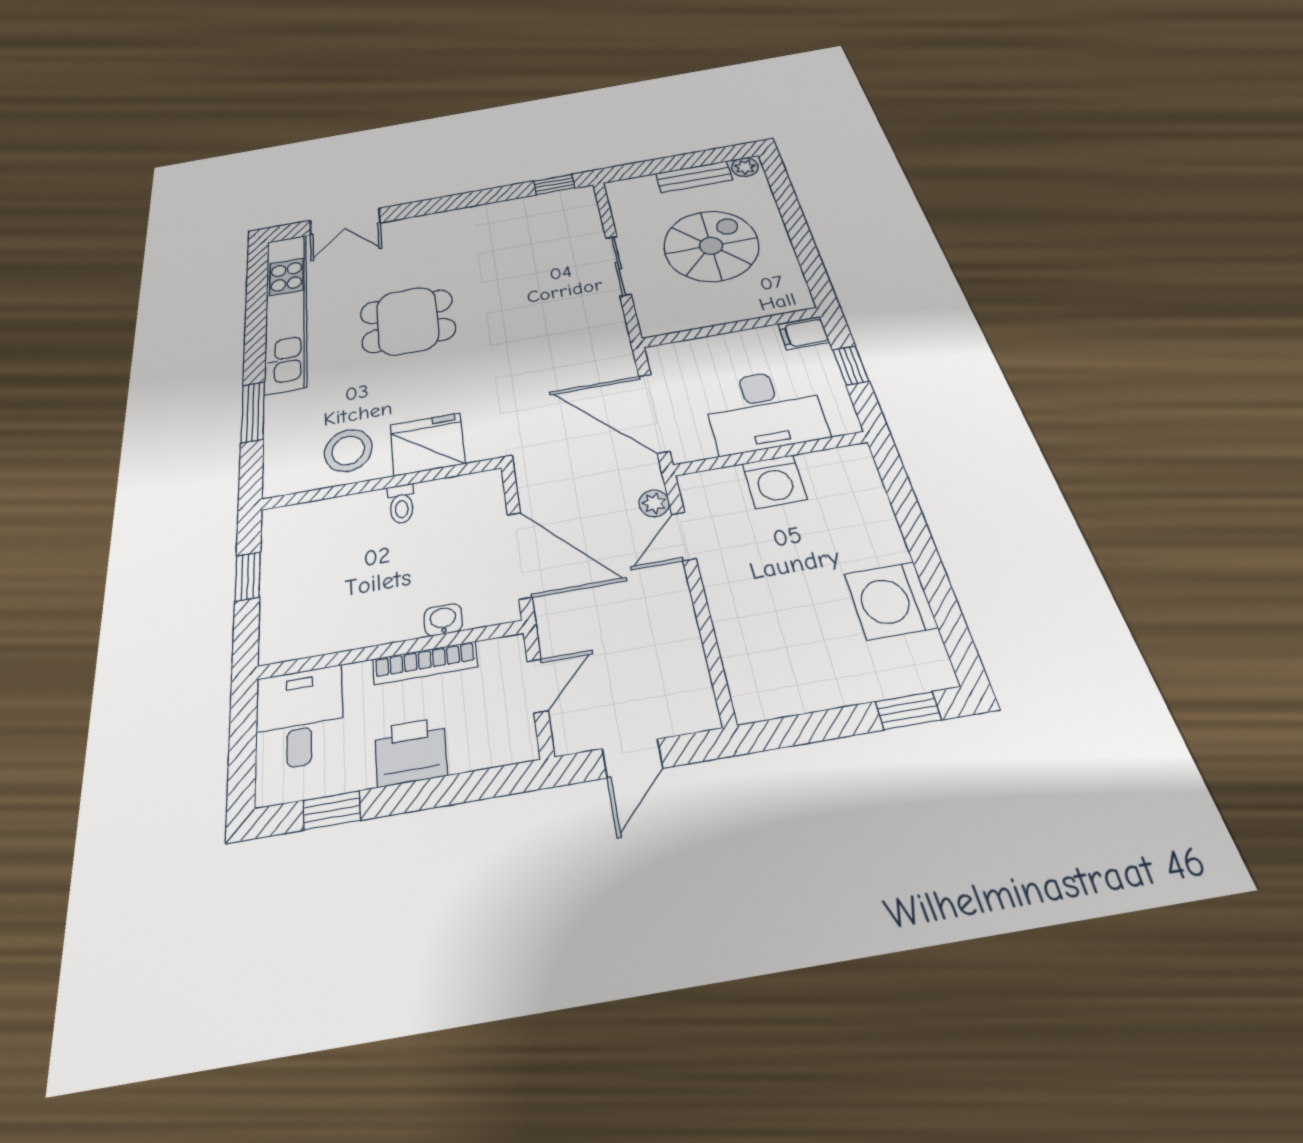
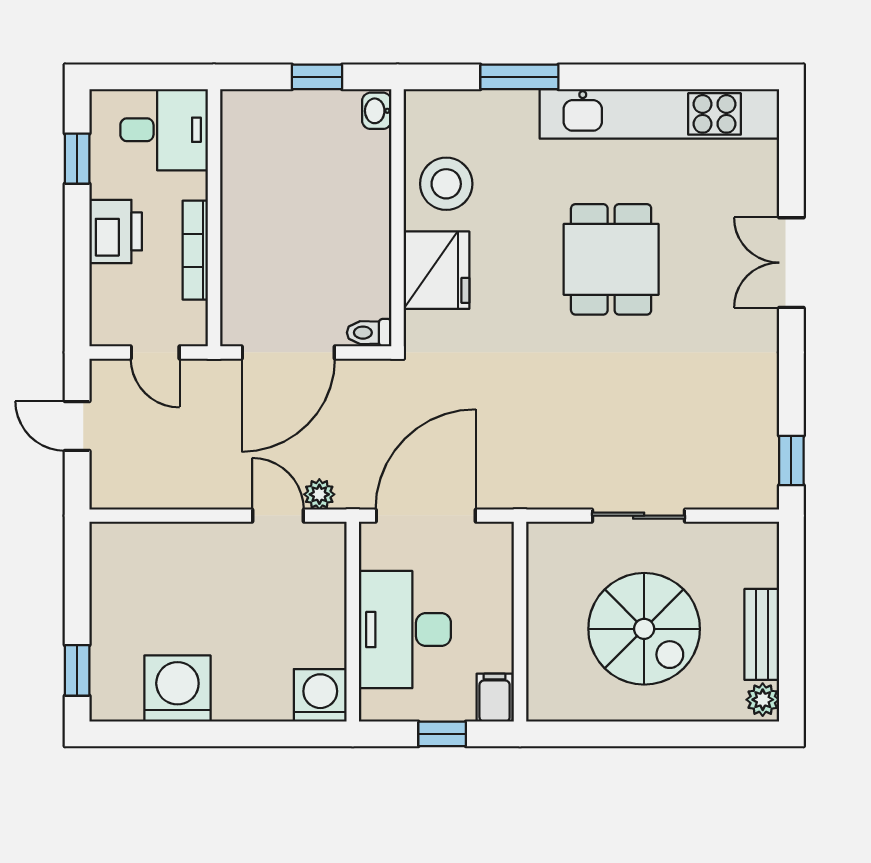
double door: (345, 222) -> (791, 263), moved
washing machine: (774, 481) -> (320, 695), moved, turned 90
toilet: (401, 504) -> (369, 333), moved
washbasin: (443, 620) -> (377, 111), moved, turned 180

